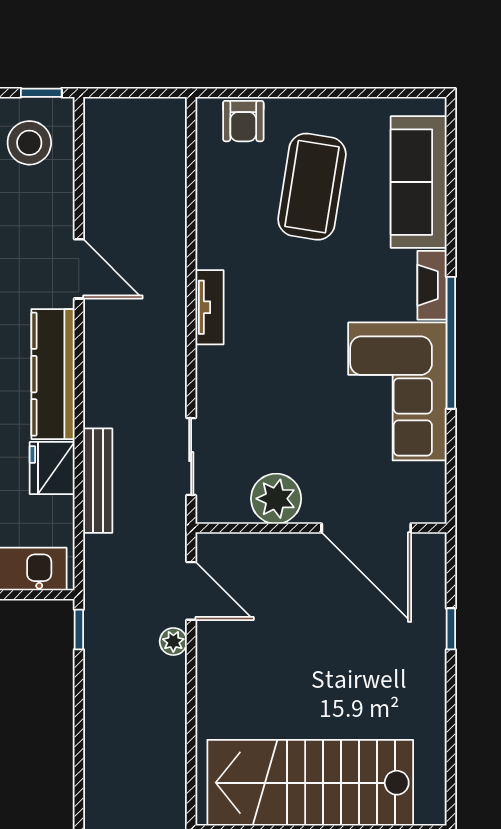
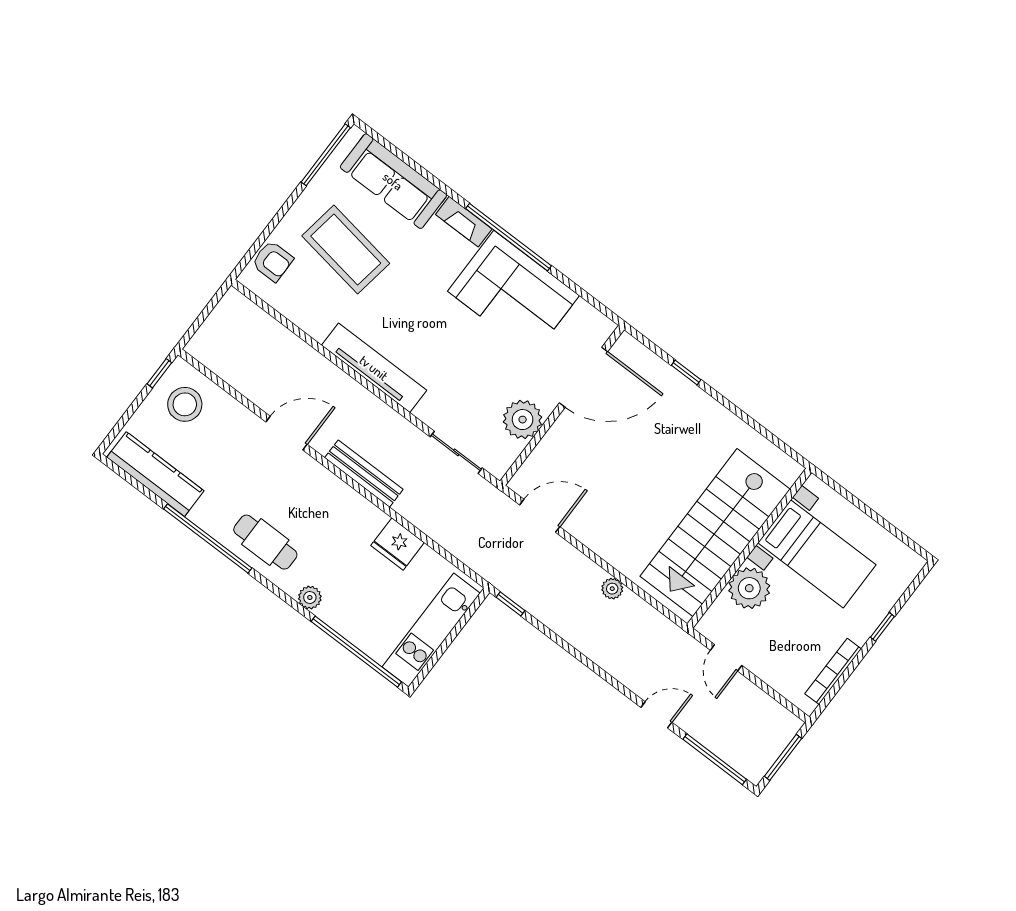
window: (393, 93) -> (326, 155), added
tv unit: (210, 307) -> (374, 368), width x1.92, depth x1.29
kitchen counter: (53, 374) -> (340, 499), removed
bench: (98, 481) -> (364, 474), moved
plant: (173, 642) -> (612, 589), moved

